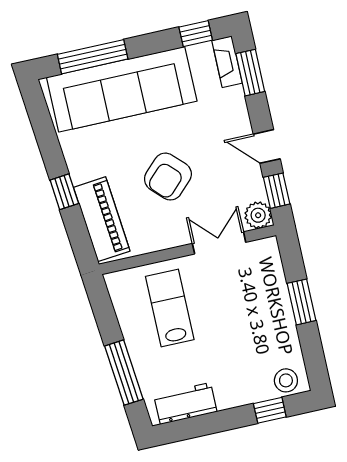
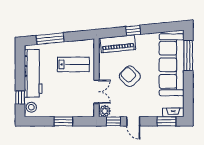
window: (196, 34) -> (188, 102), removed
door: (267, 146) -> (133, 121), swing flipped
workbench: (185, 403) -> (33, 73), width x1.88, depth x1.32

